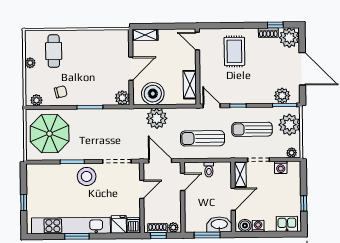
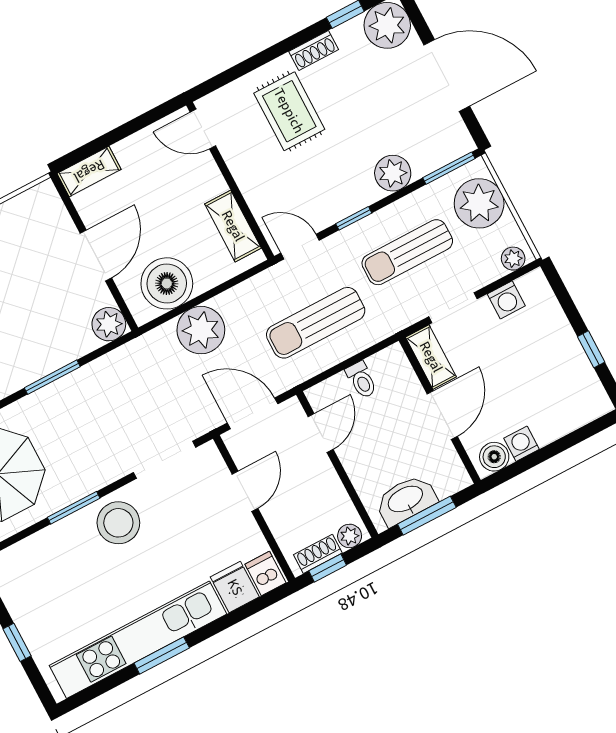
shoe rack: (268, 33) -> (314, 51), moved
plant: (282, 96) -> (393, 173), moved
kitchen sink: (287, 224) -> (578, 409), removed
washbasin: (219, 225) -> (406, 500), moved

